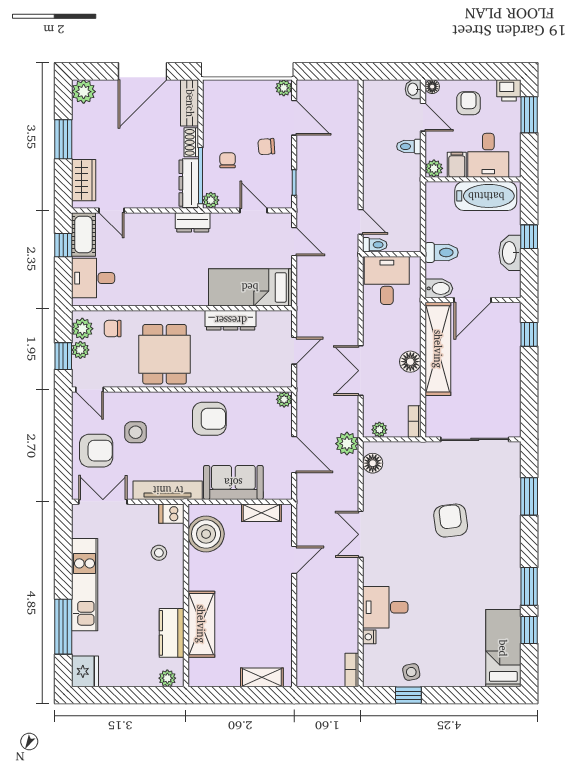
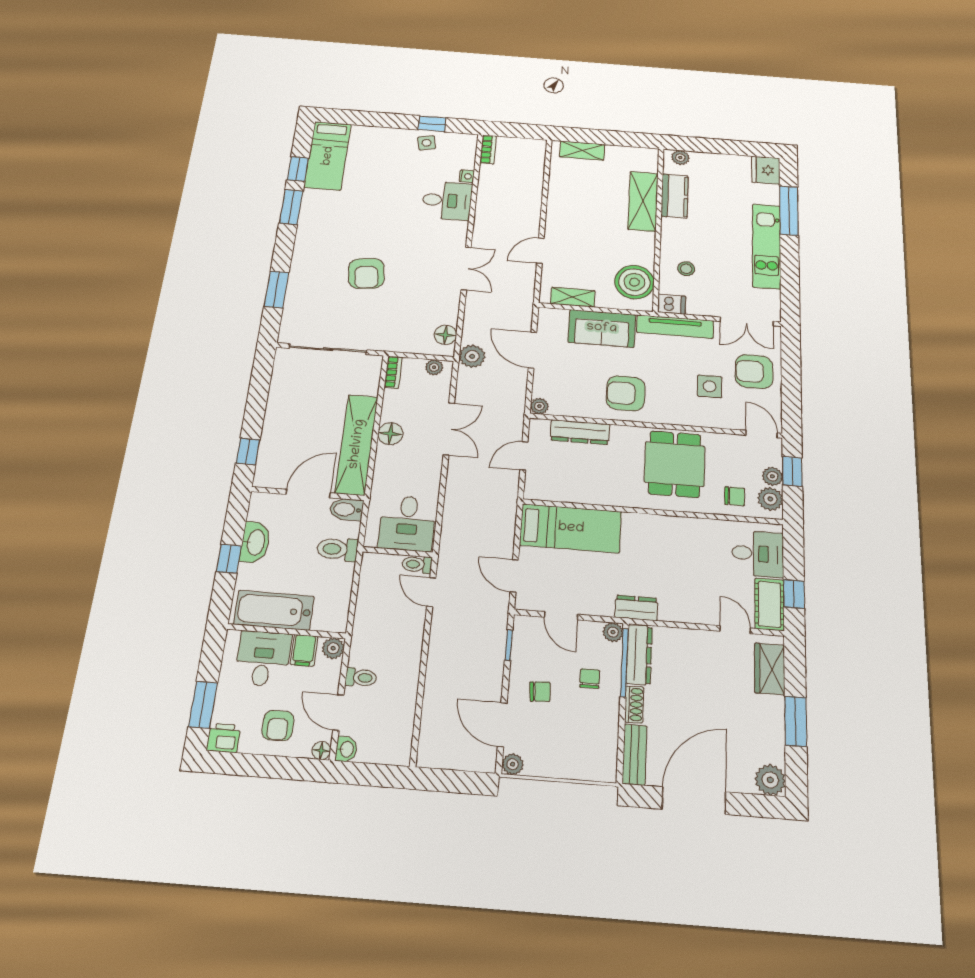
chair: (228, 160) -> (590, 679), turned 180
dresser: (231, 320) -> (580, 432), moved, turned 180

